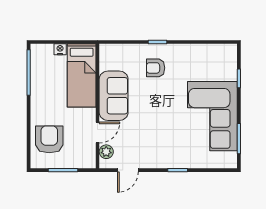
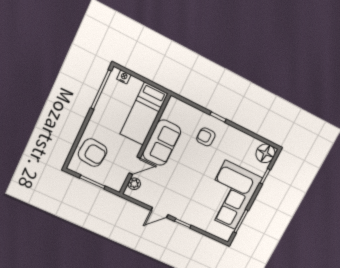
nightstand: (60, 49) -> (124, 77), moved
floor lamp: (226, 55) -> (265, 153), added
armchair: (49, 139) -> (93, 153), turned 96
door: (128, 170) -> (160, 213), moved

